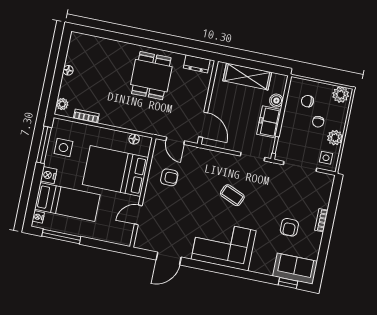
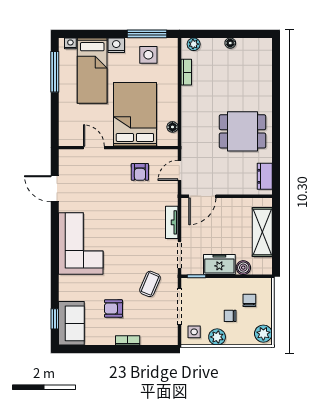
tv unit: (221, 158) -> (172, 222), added
coffee table: (232, 195) -> (150, 284), moved

